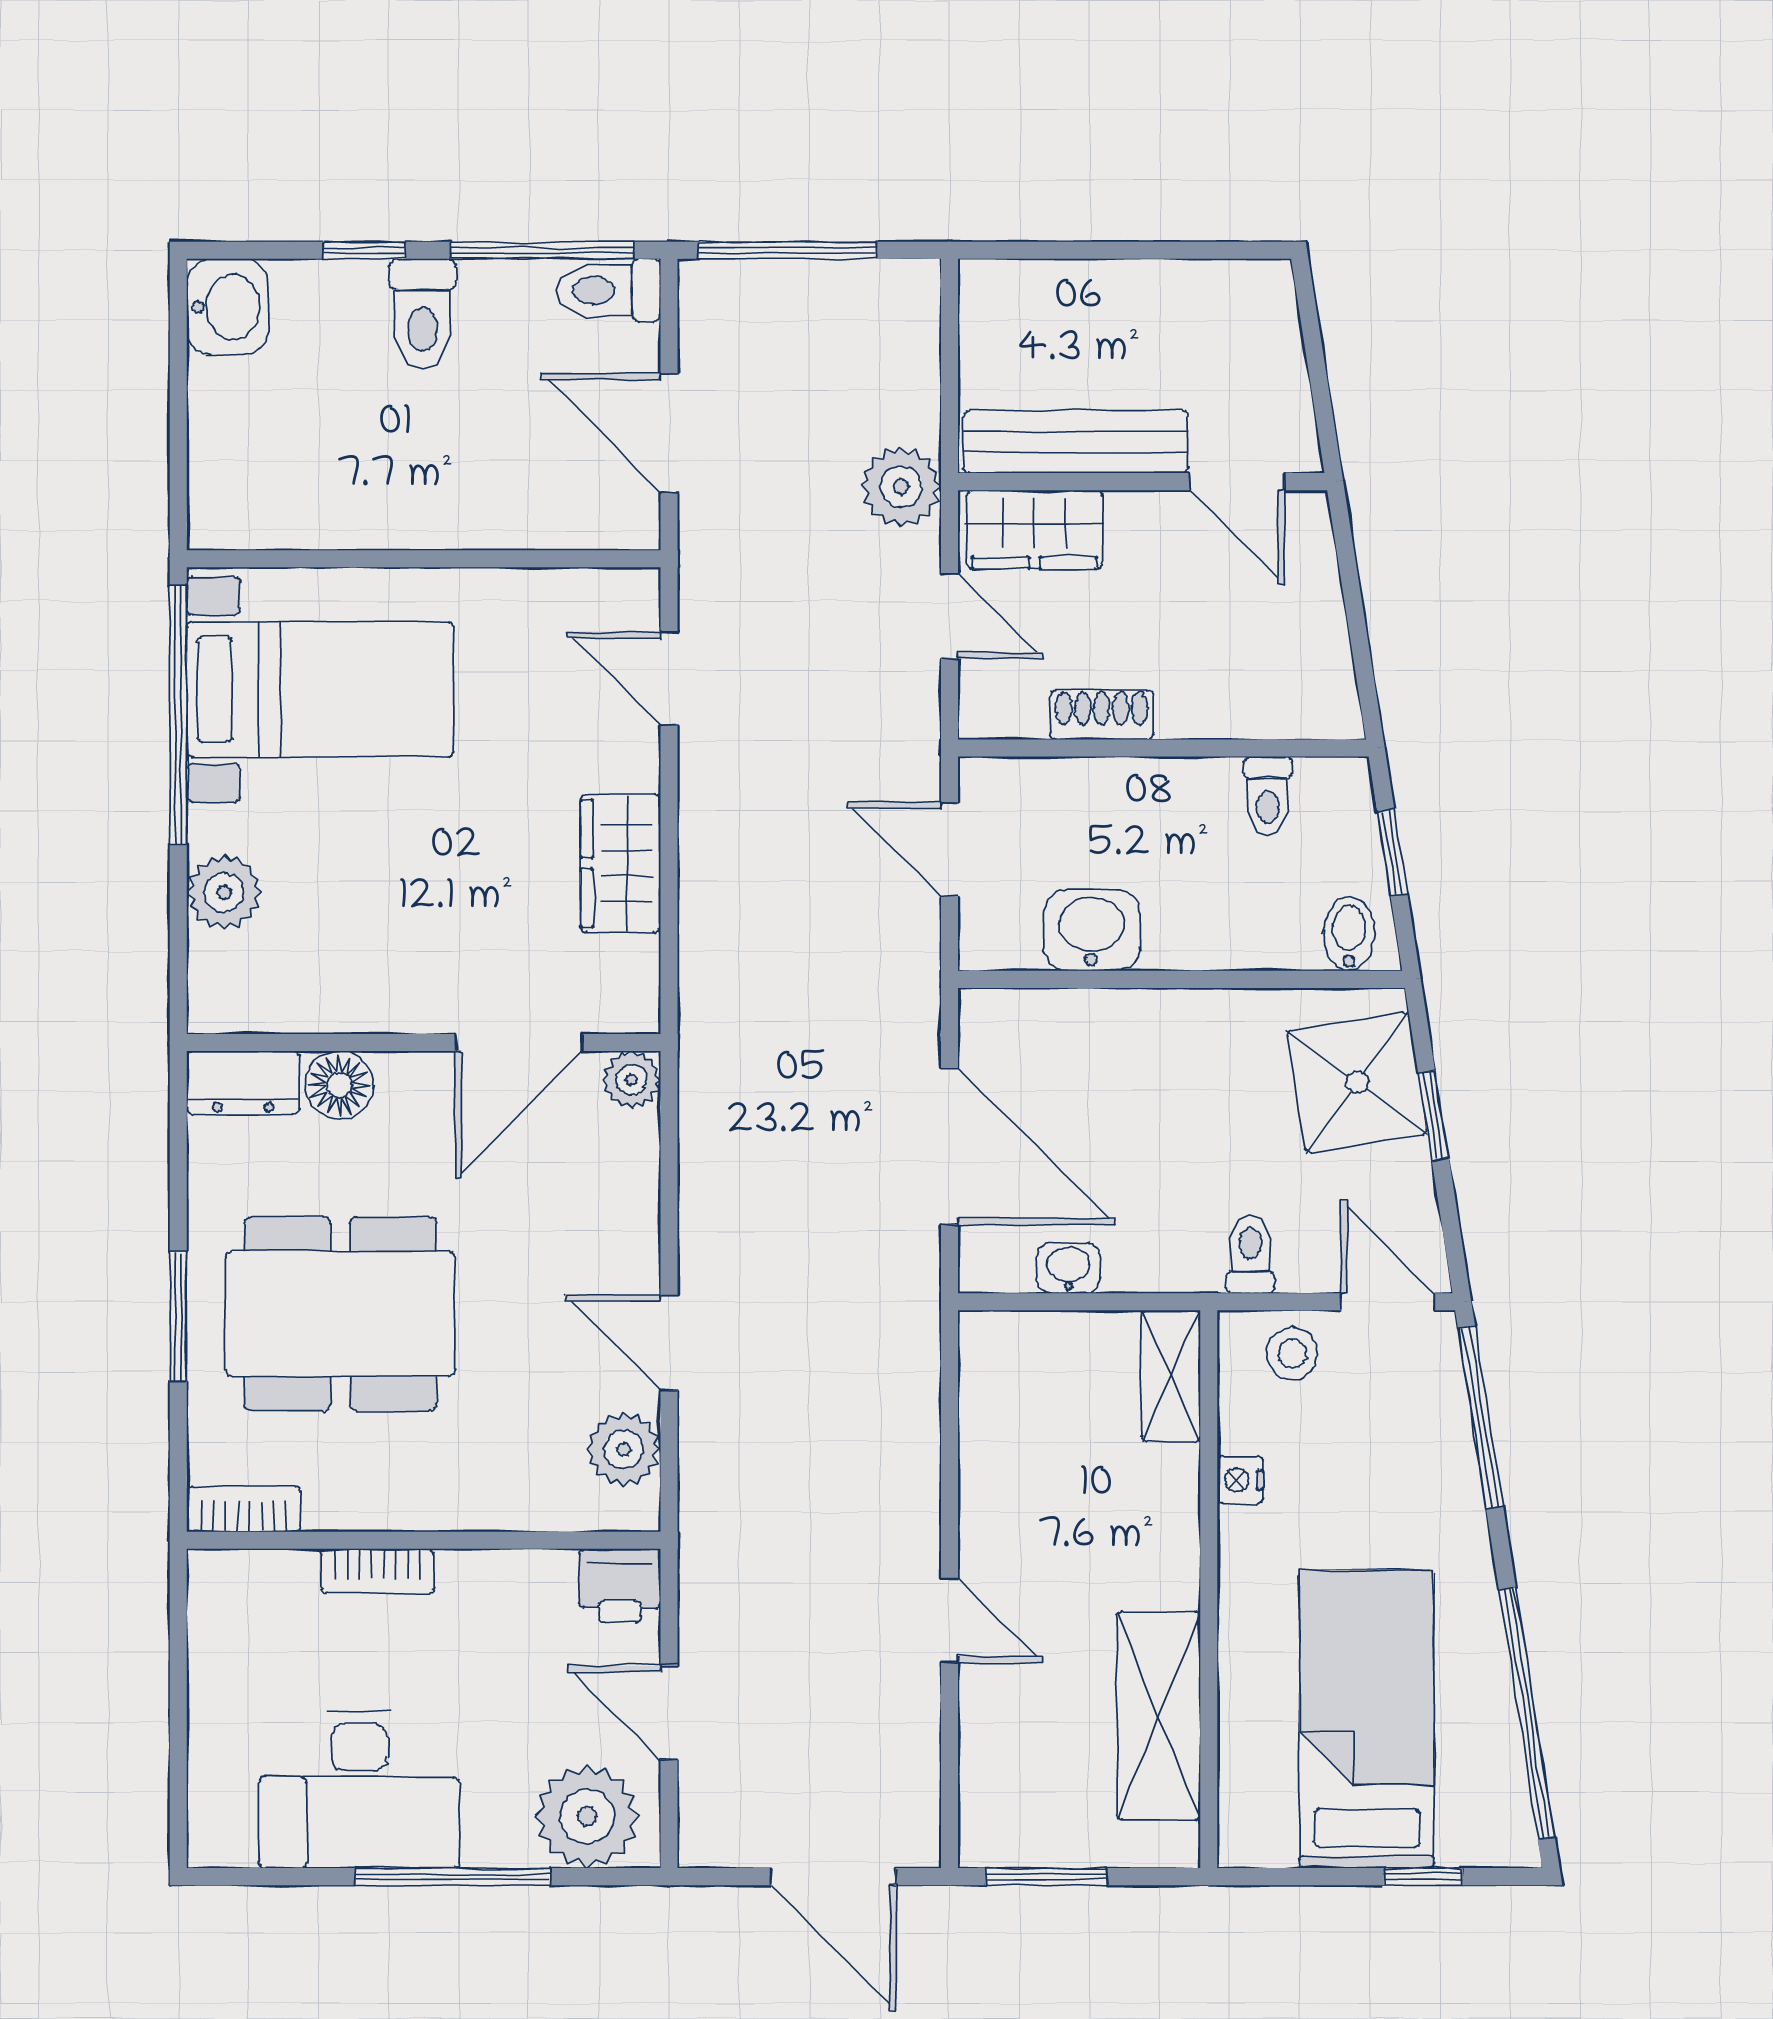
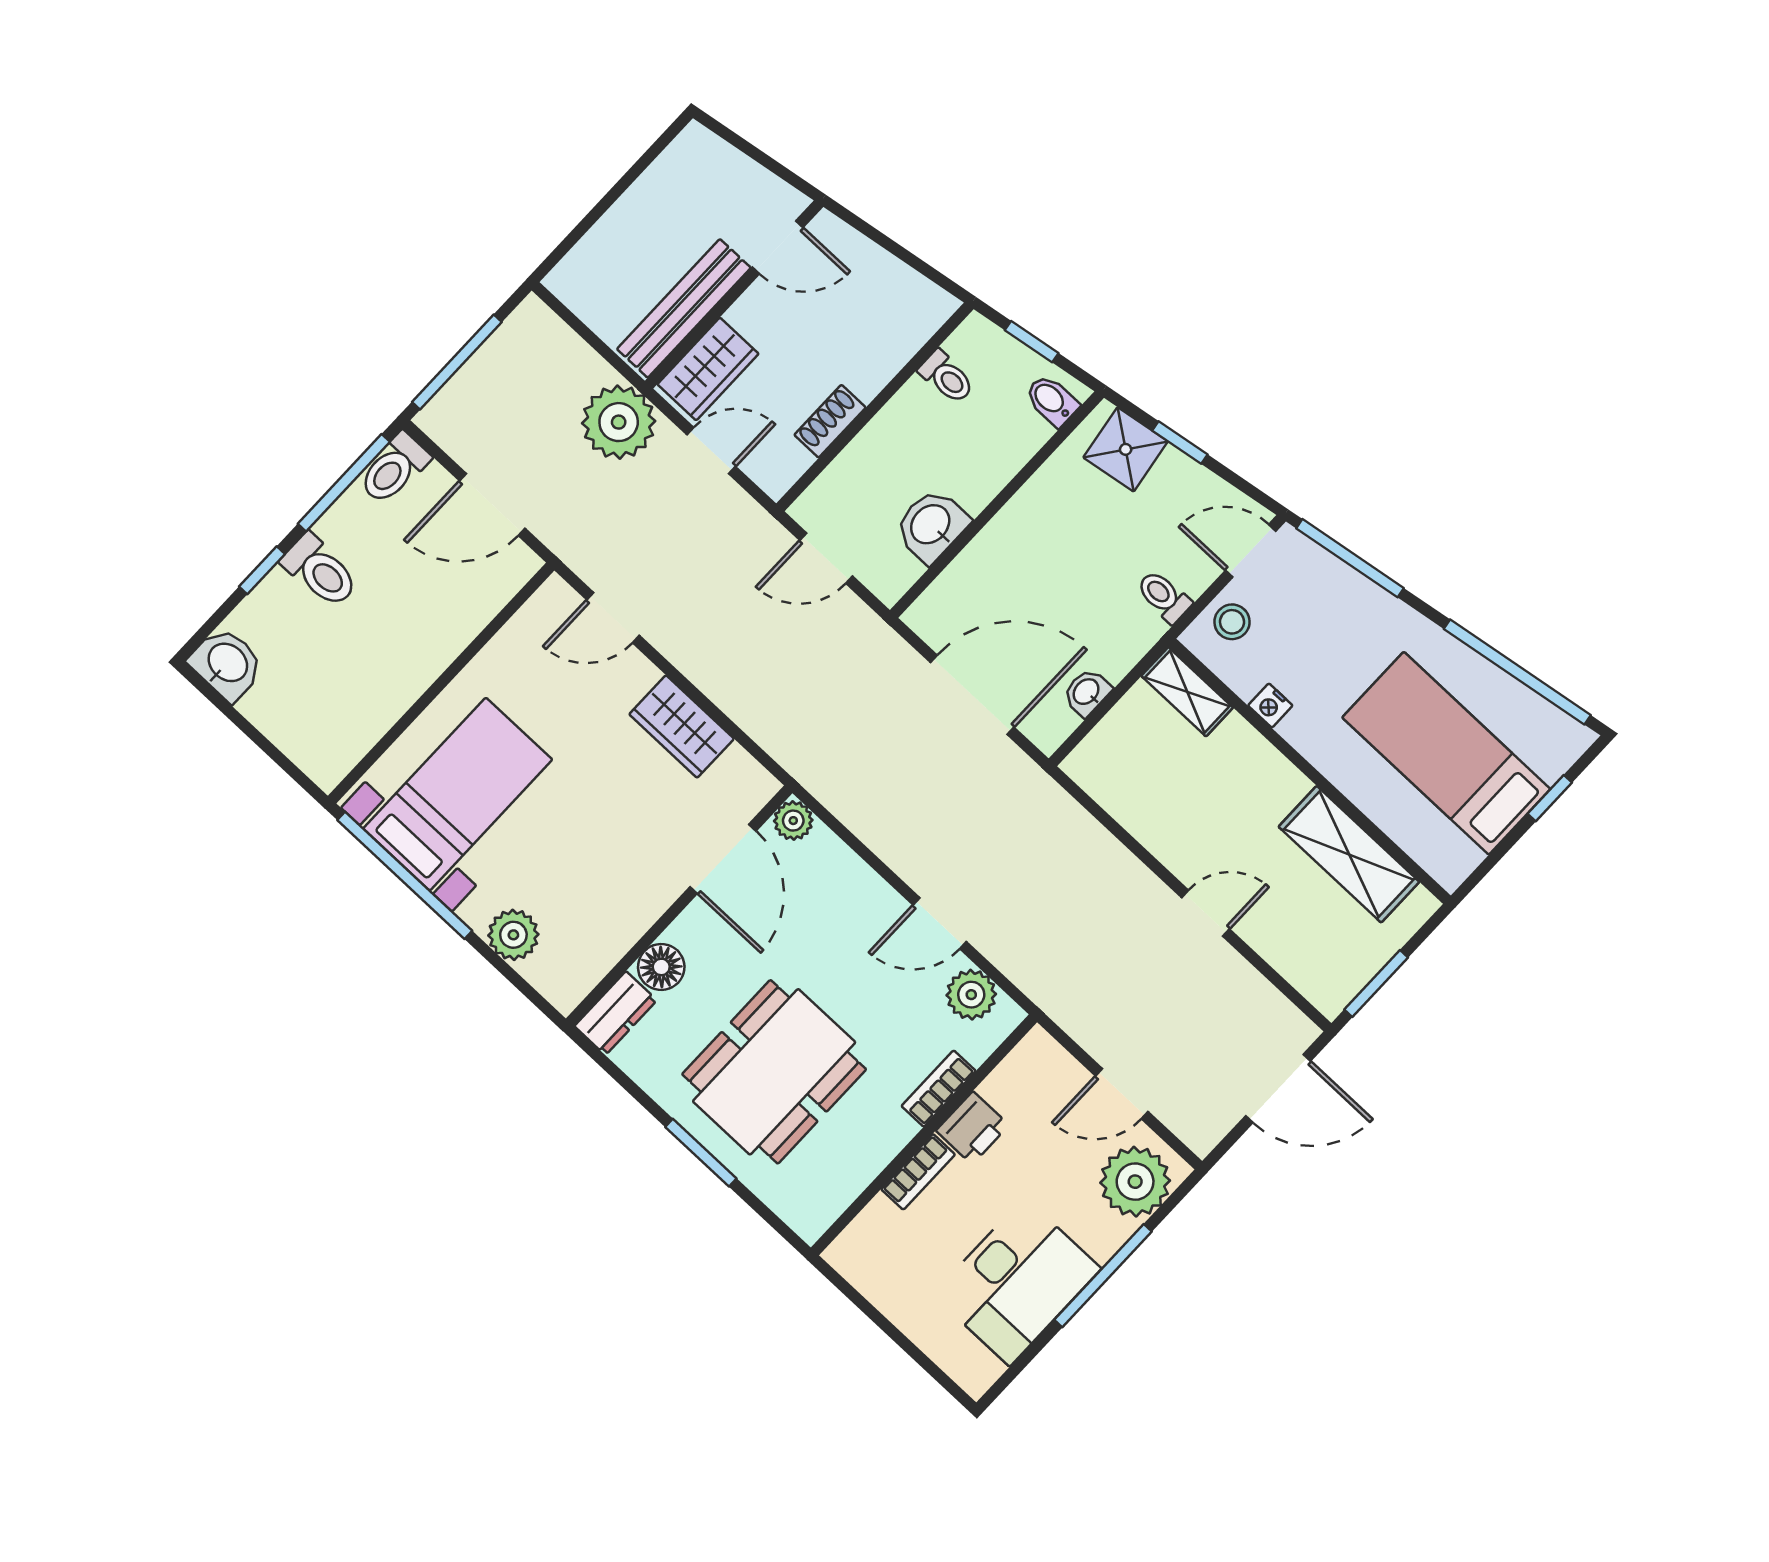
plant: (901, 487) -> (619, 422), width x1.36, depth x1.36
shower: (1357, 1082) -> (1126, 449), width x0.73, depth x0.73
bookcase: (244, 1509) -> (939, 1089), moved
printer: (620, 1586) -> (973, 1128), moved

